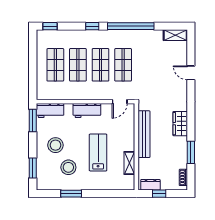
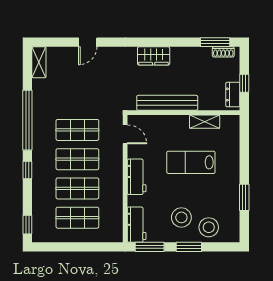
window: (191, 152) -> (215, 42), moved
stool: (68, 167) -> (209, 227), moved
window: (33, 168) -> (189, 247), moved

